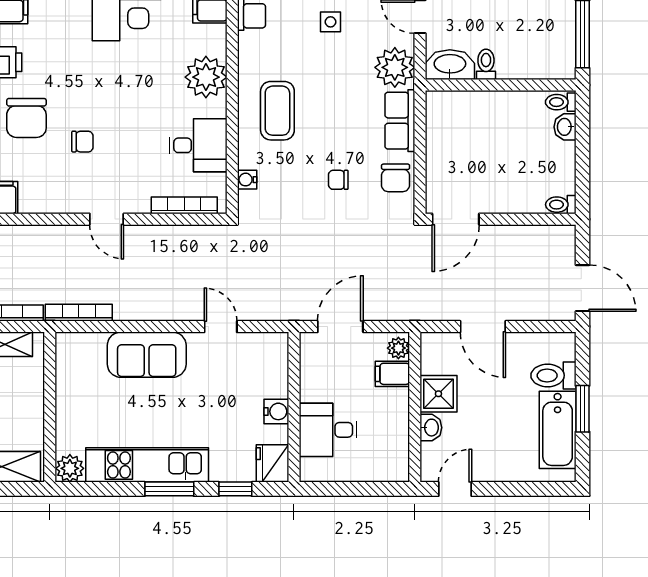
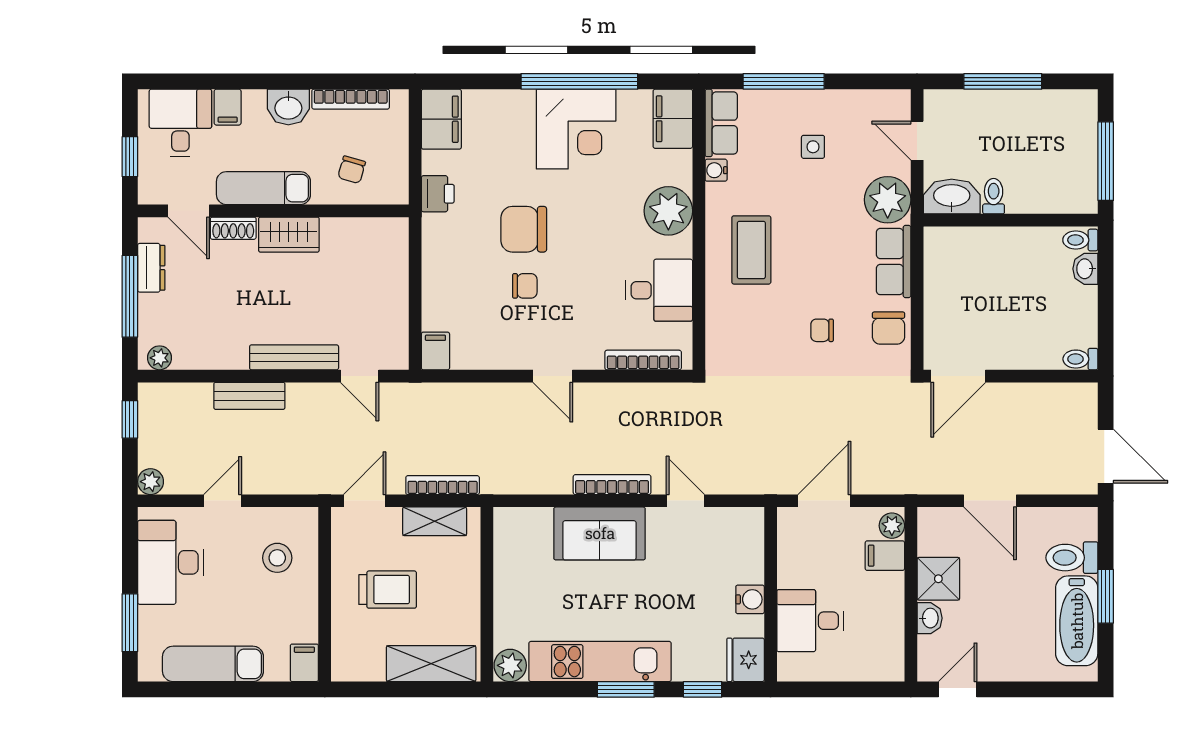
chair: (26, 118) -> (524, 229), moved, turned 90
water cooler: (247, 180) -> (716, 170), moved
bookcase: (79, 313) -> (612, 485), moved

